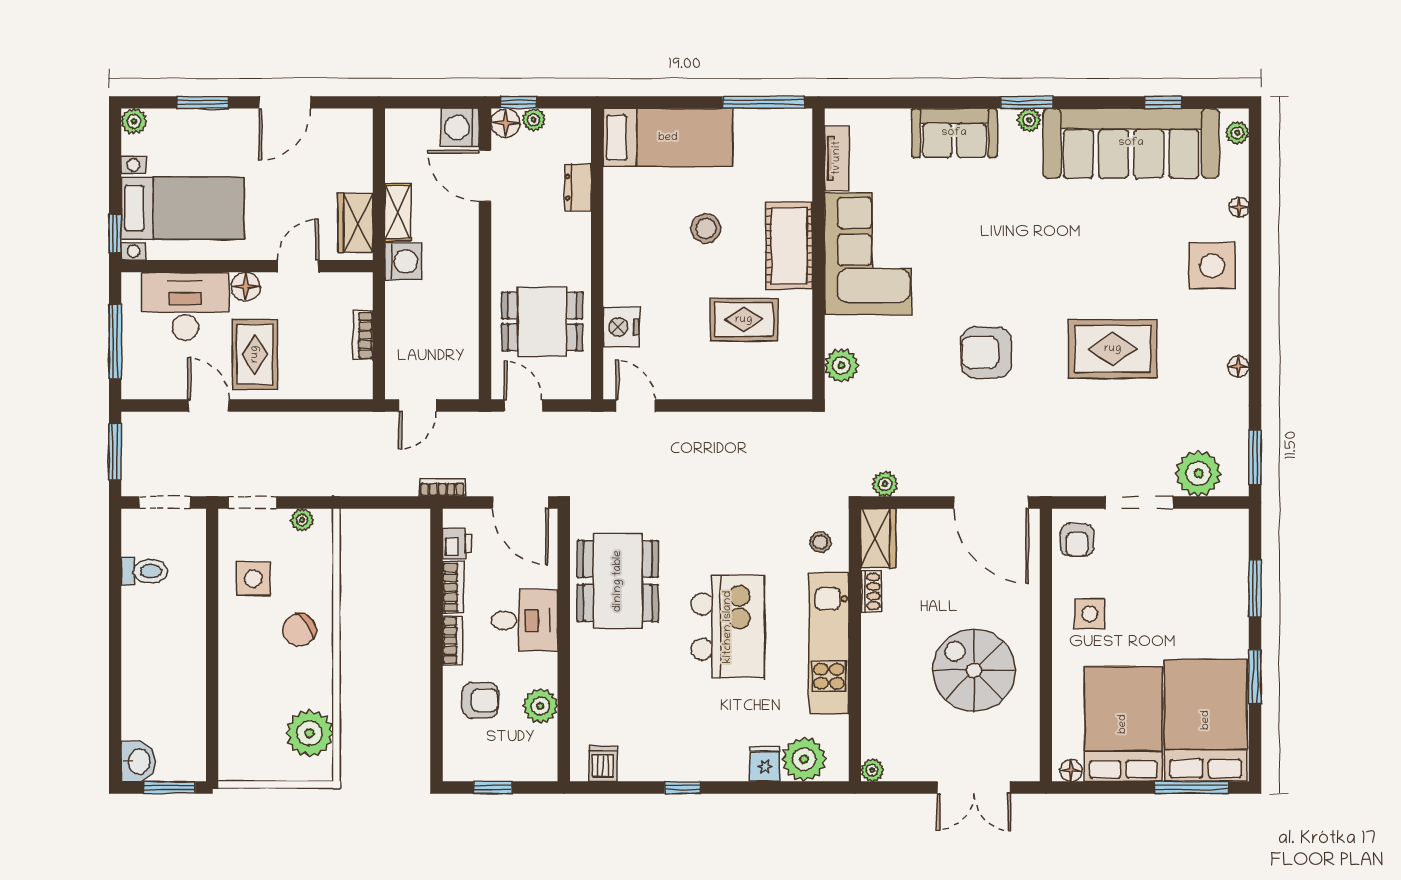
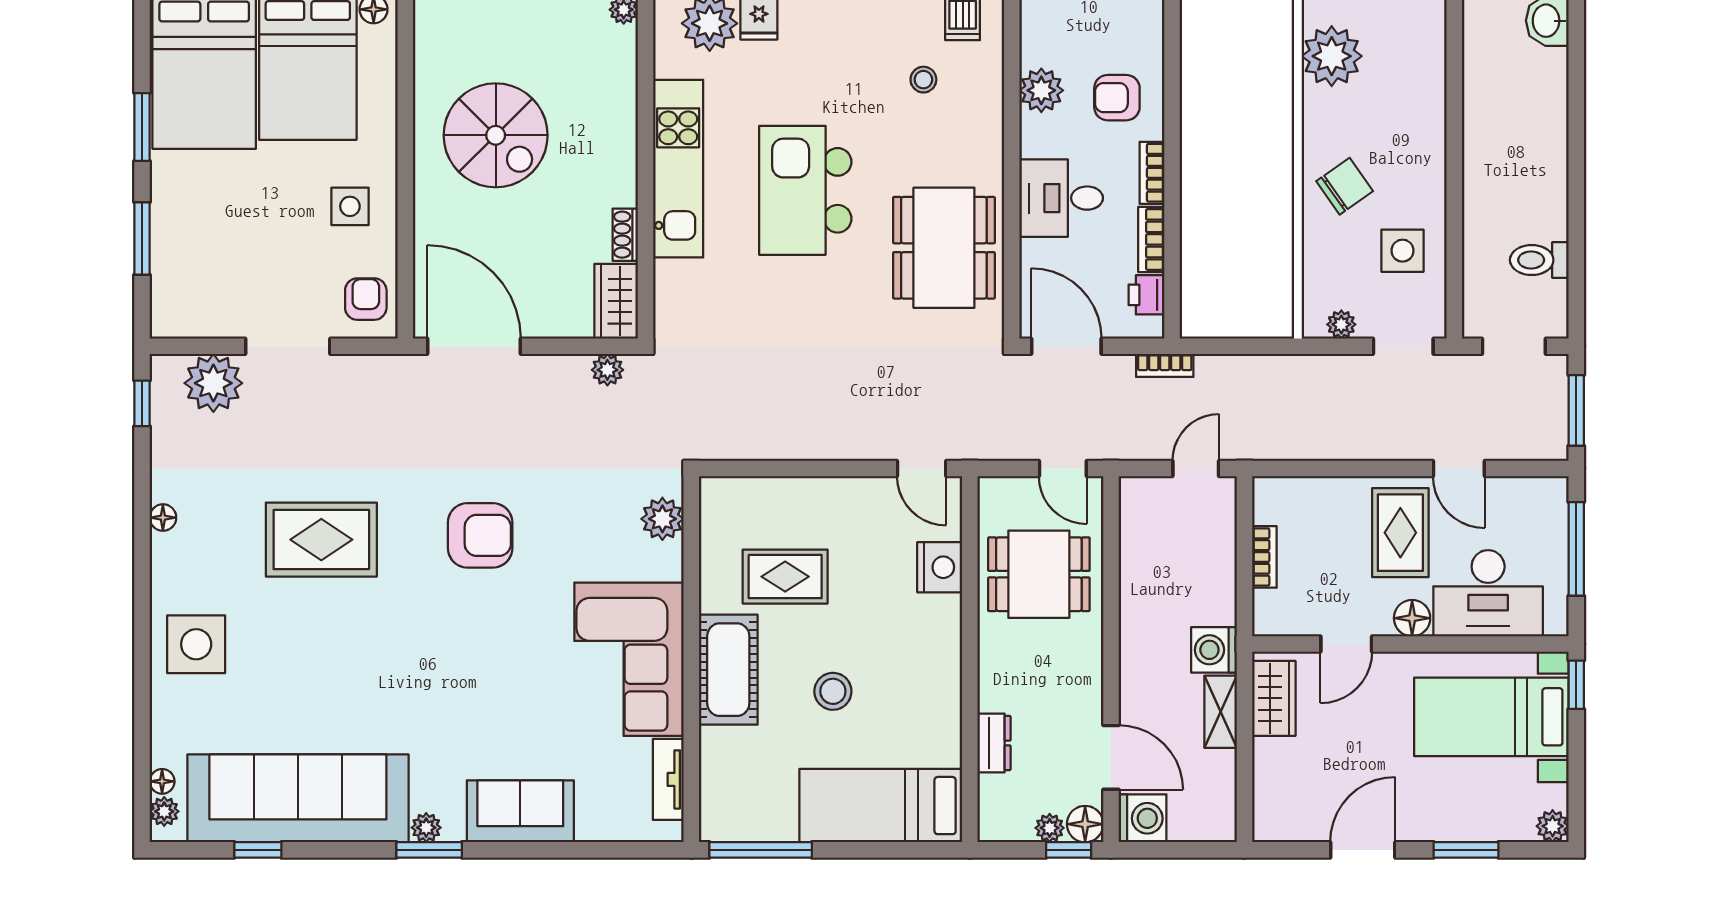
floor lamp: (1239, 207) -> (162, 781), moved
window: (1255, 457) -> (142, 403), width x0.67
stool: (820, 542) -> (923, 80), moved

